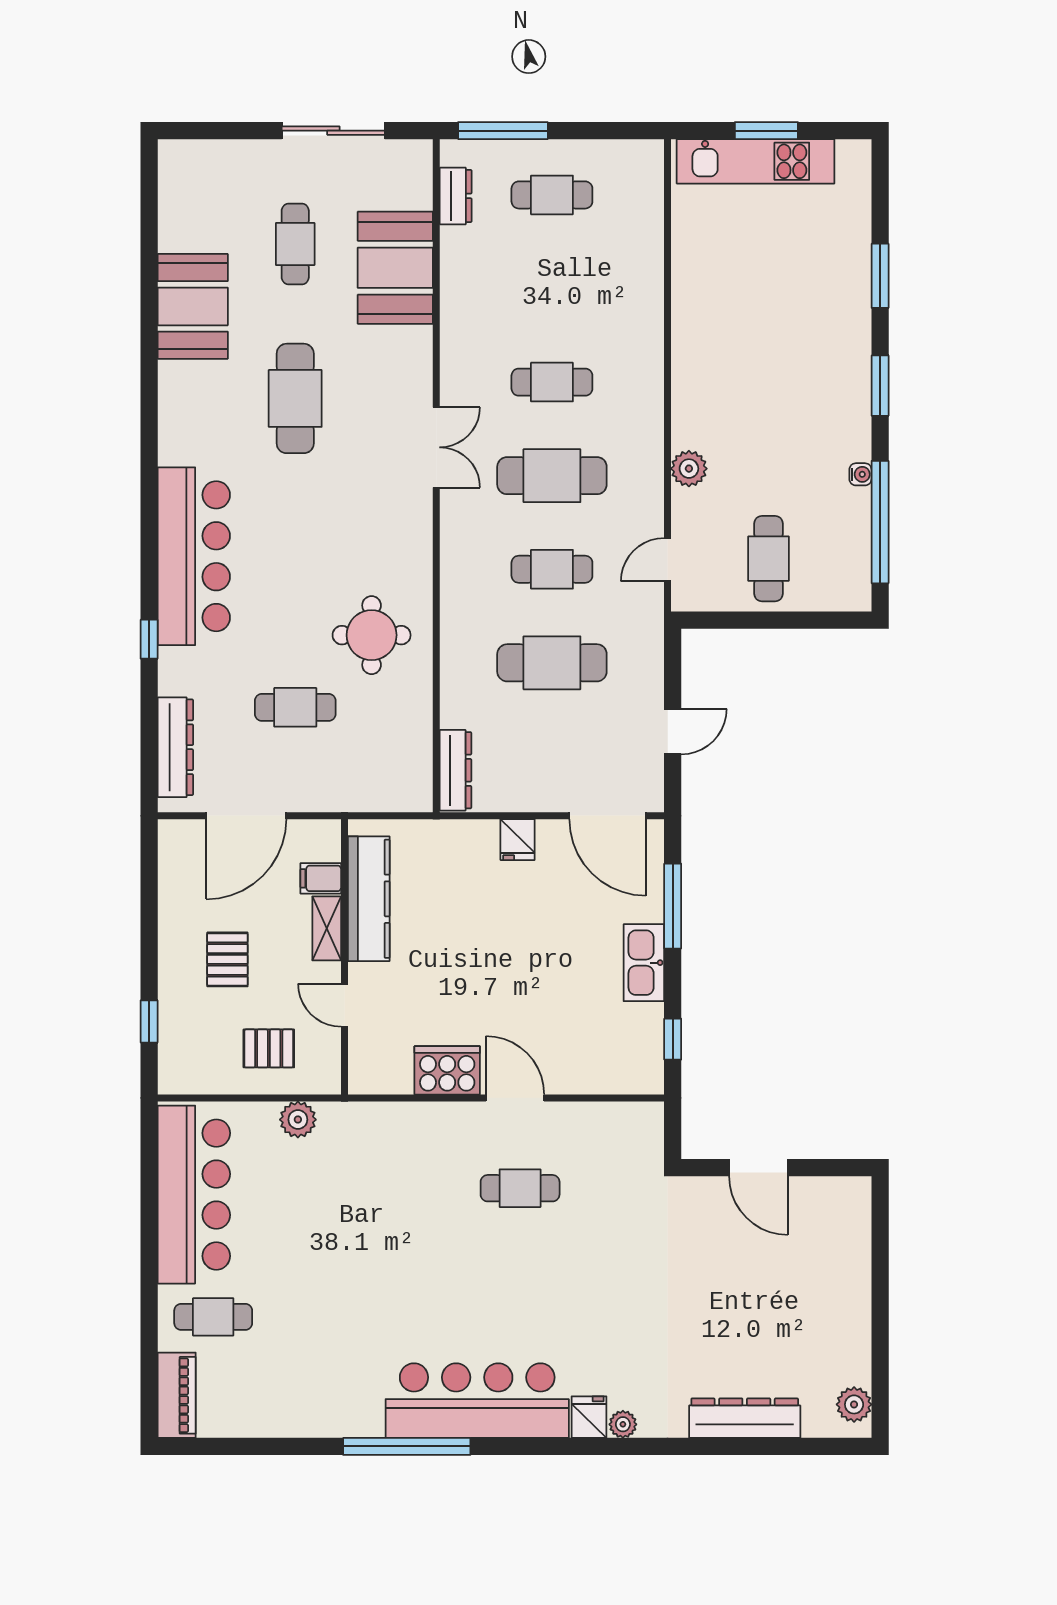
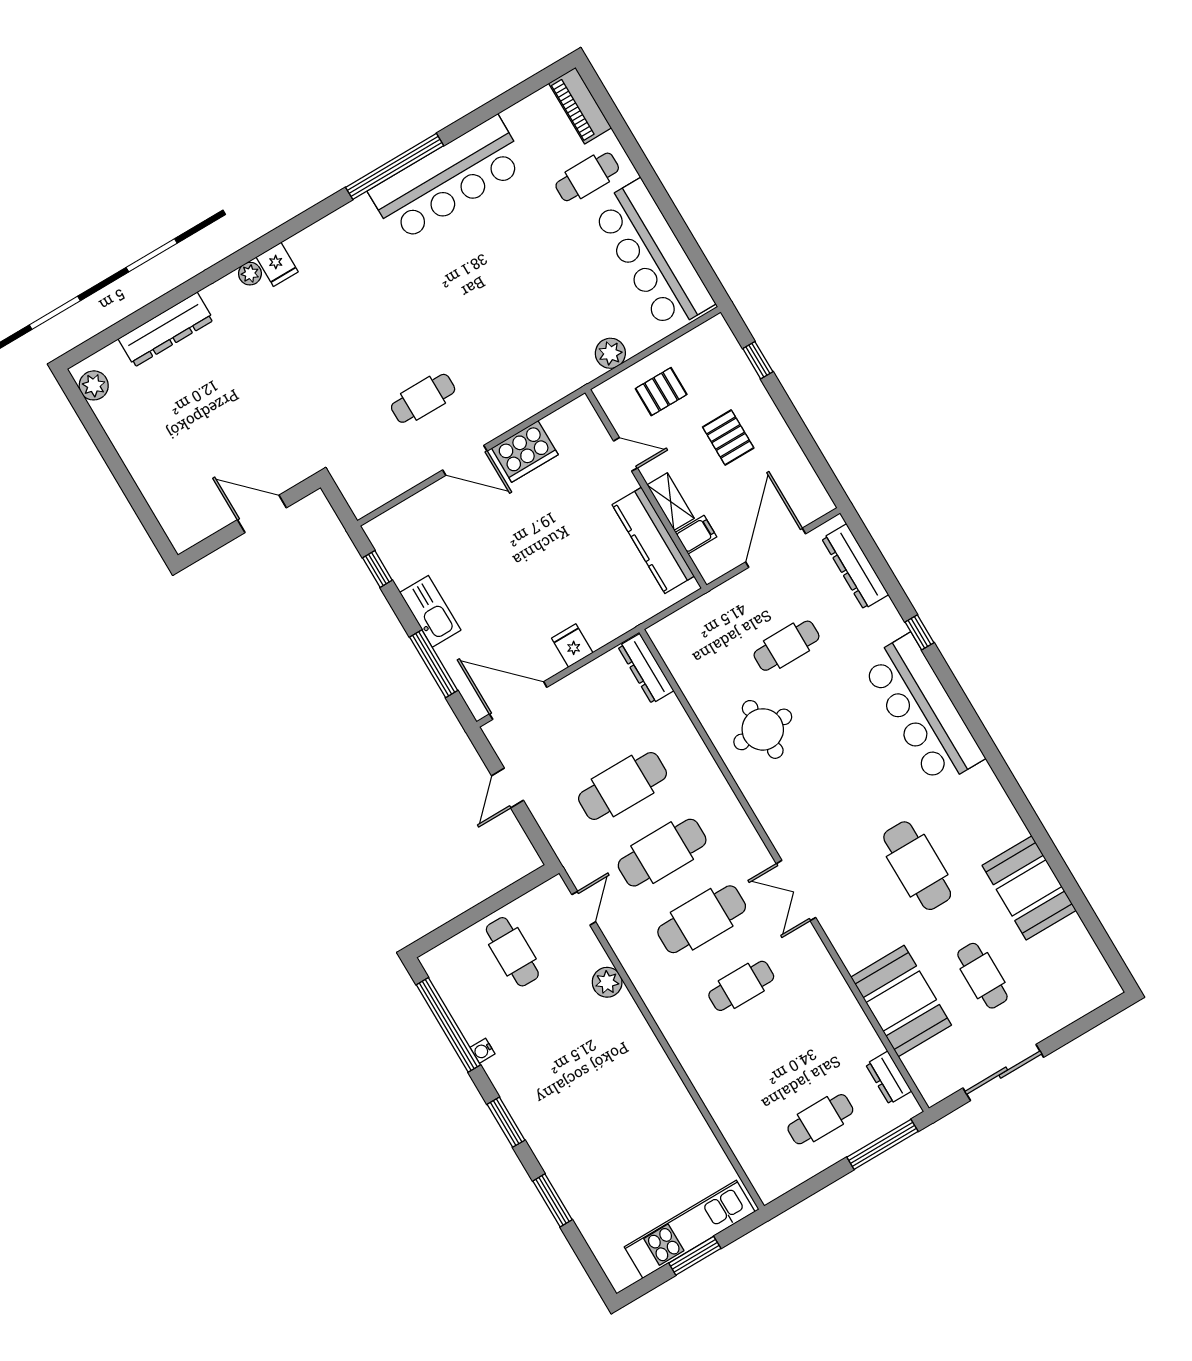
cafe table: (552, 569) -> (662, 853), width x1.37, depth x1.35
bar counter: (477, 1401) -> (448, 179), moved

